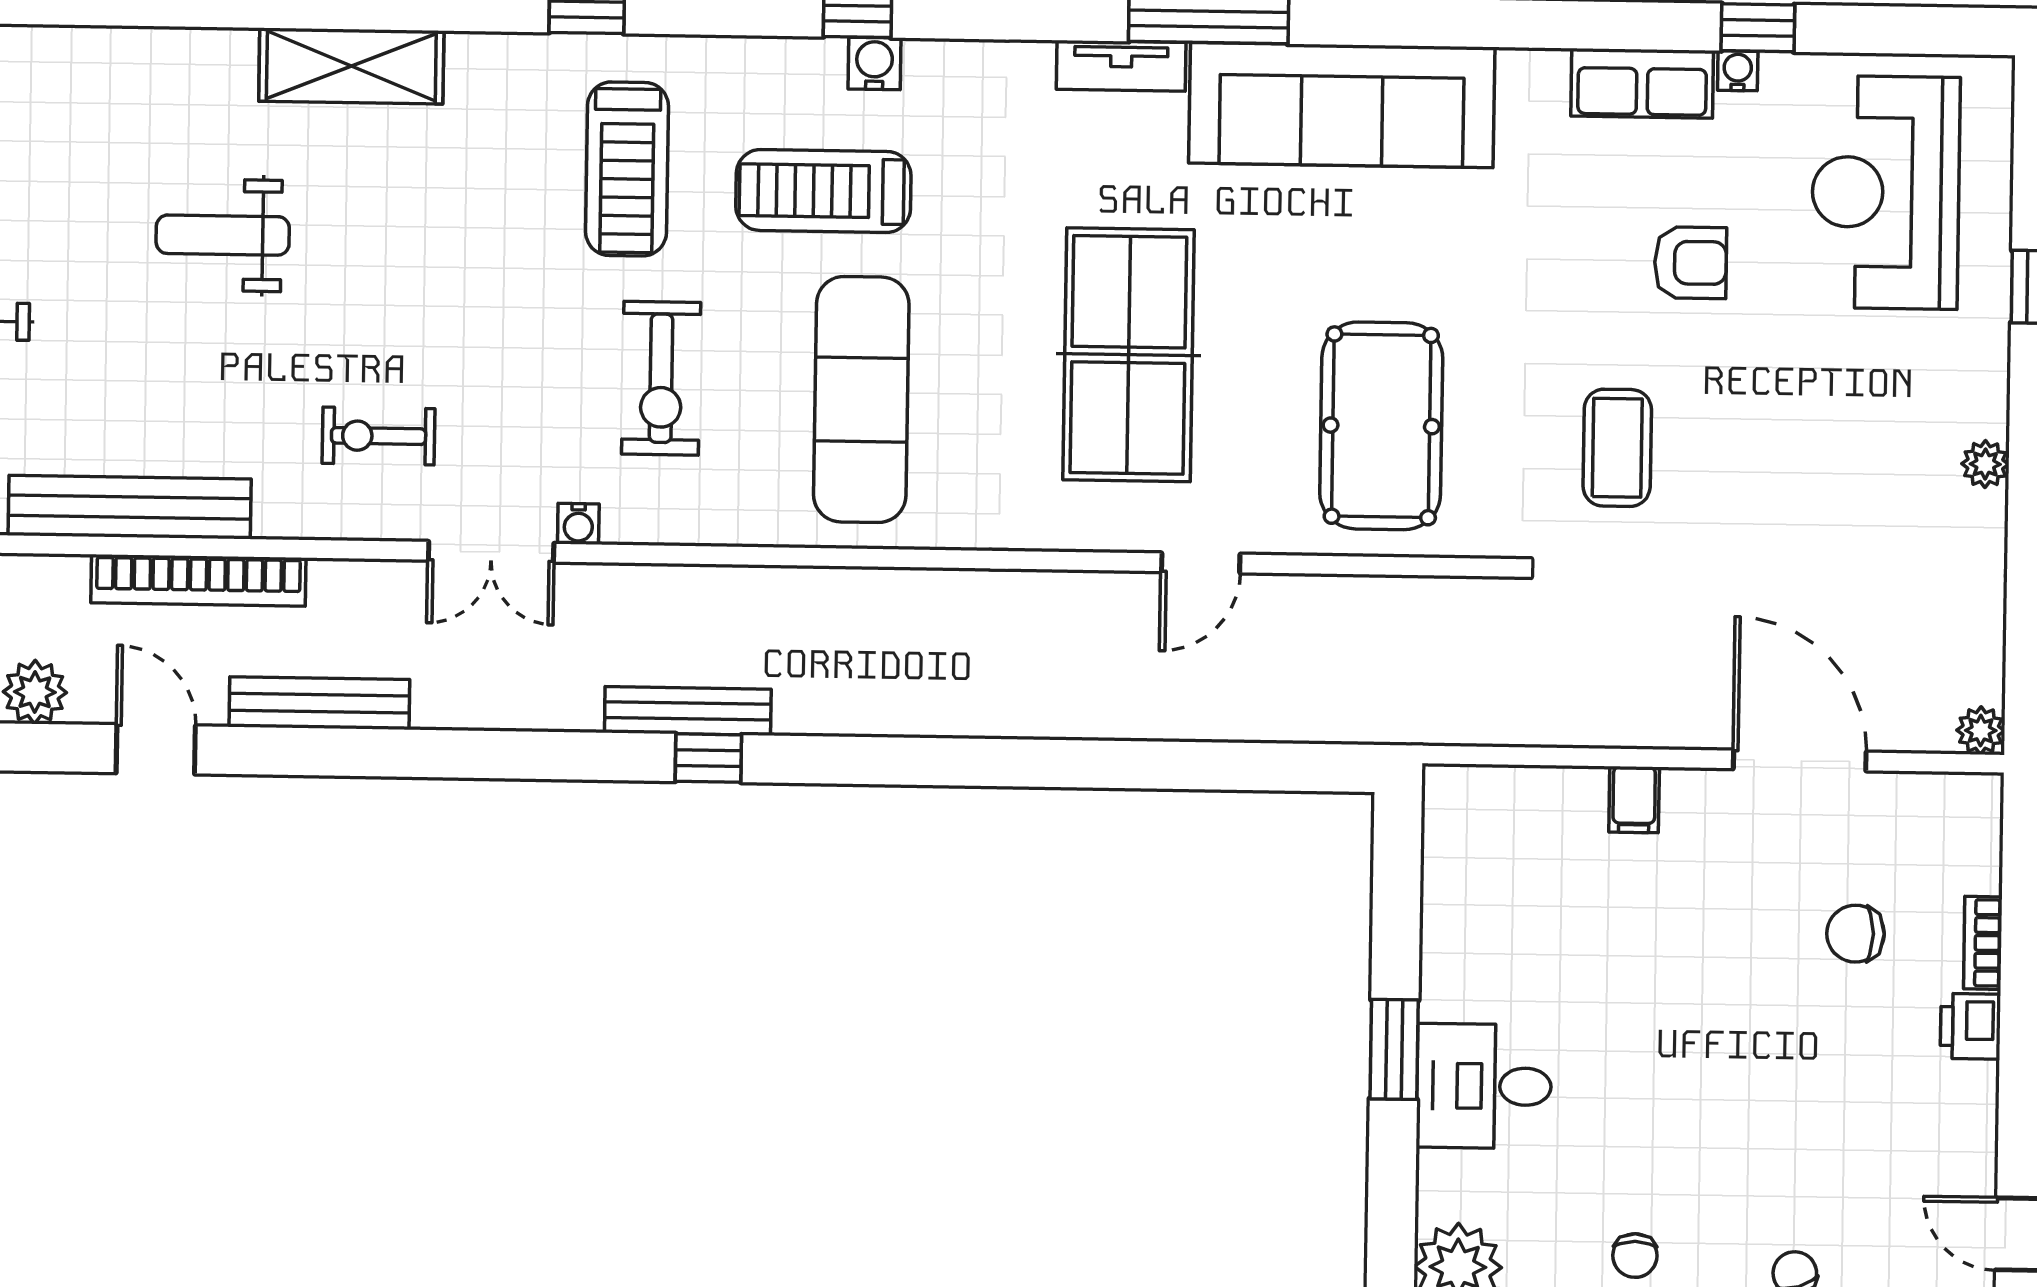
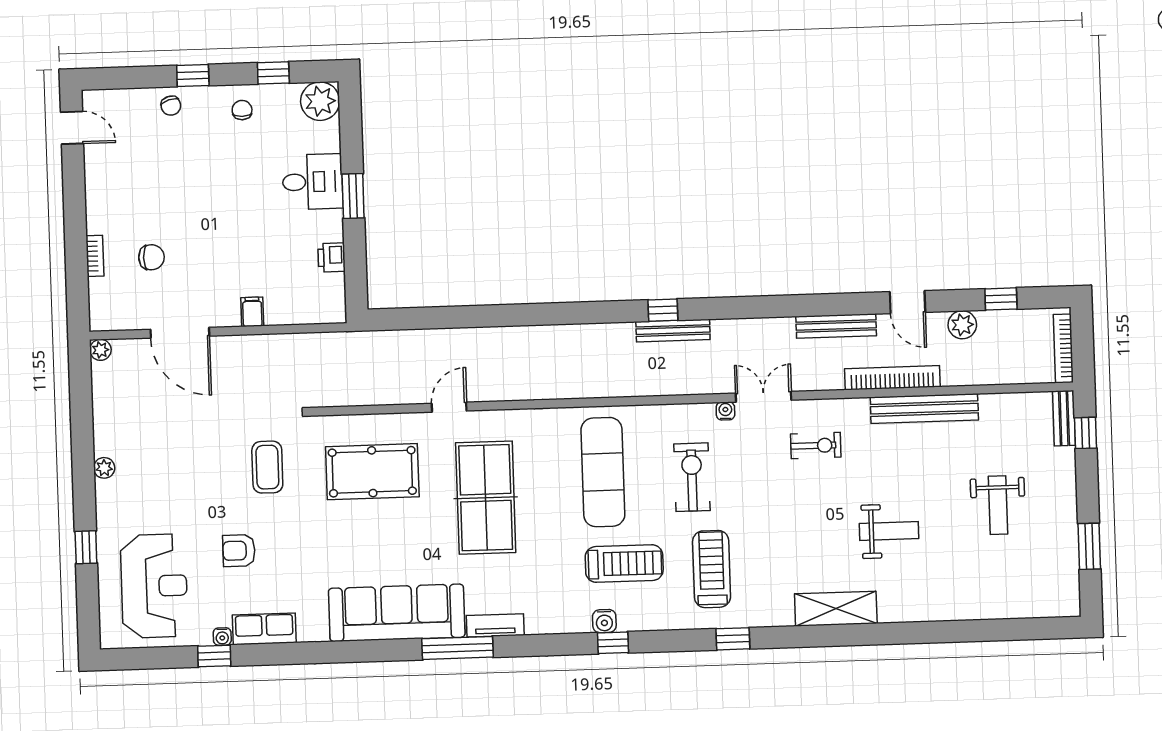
pool table: (1381, 426) -> (372, 472), turned 90
printer: (1970, 1026) -> (332, 257), moved, turned 180

